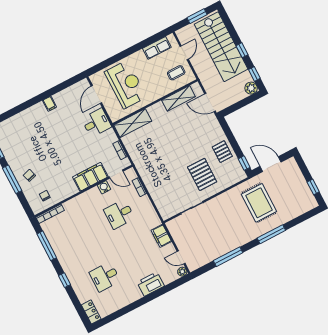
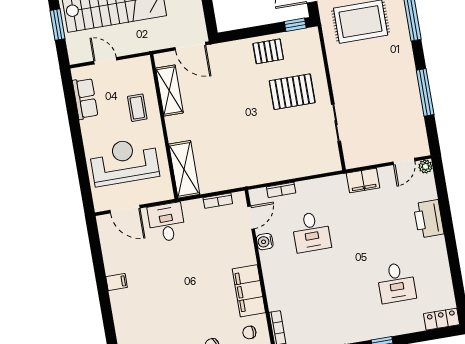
coffee table: (176, 73) -> (137, 108), moved
door: (210, 102) -> (190, 46), hinge flipped
filing cabinet: (90, 177) -> (249, 291), moved

